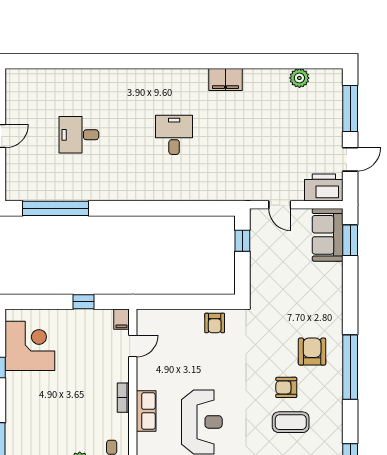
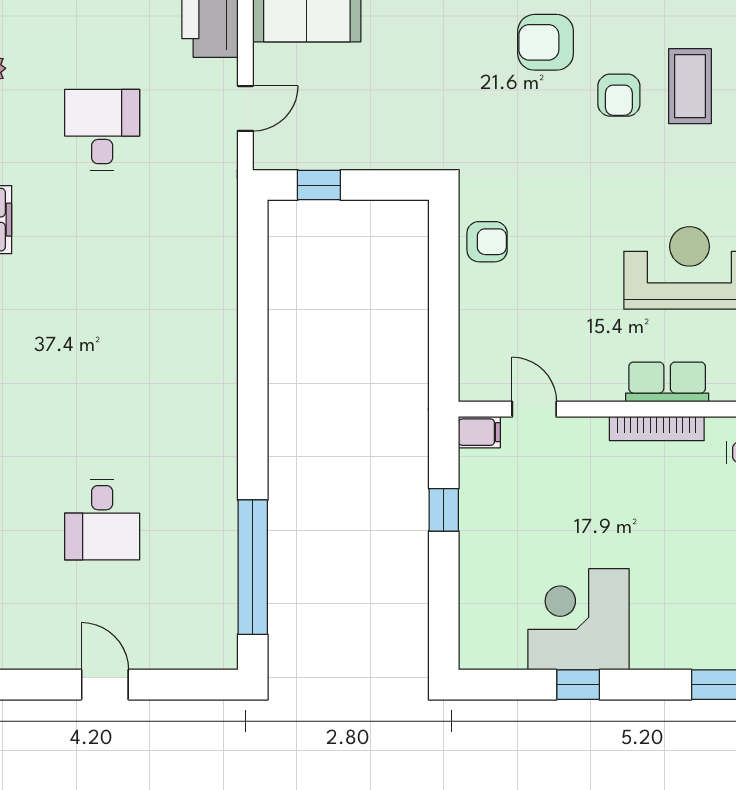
desk: (174, 135) -> (102, 130), moved, turned 90
corner desk: (30, 346) -> (579, 619), moved
bookcase: (123, 398) -> (657, 429), width x1.56

